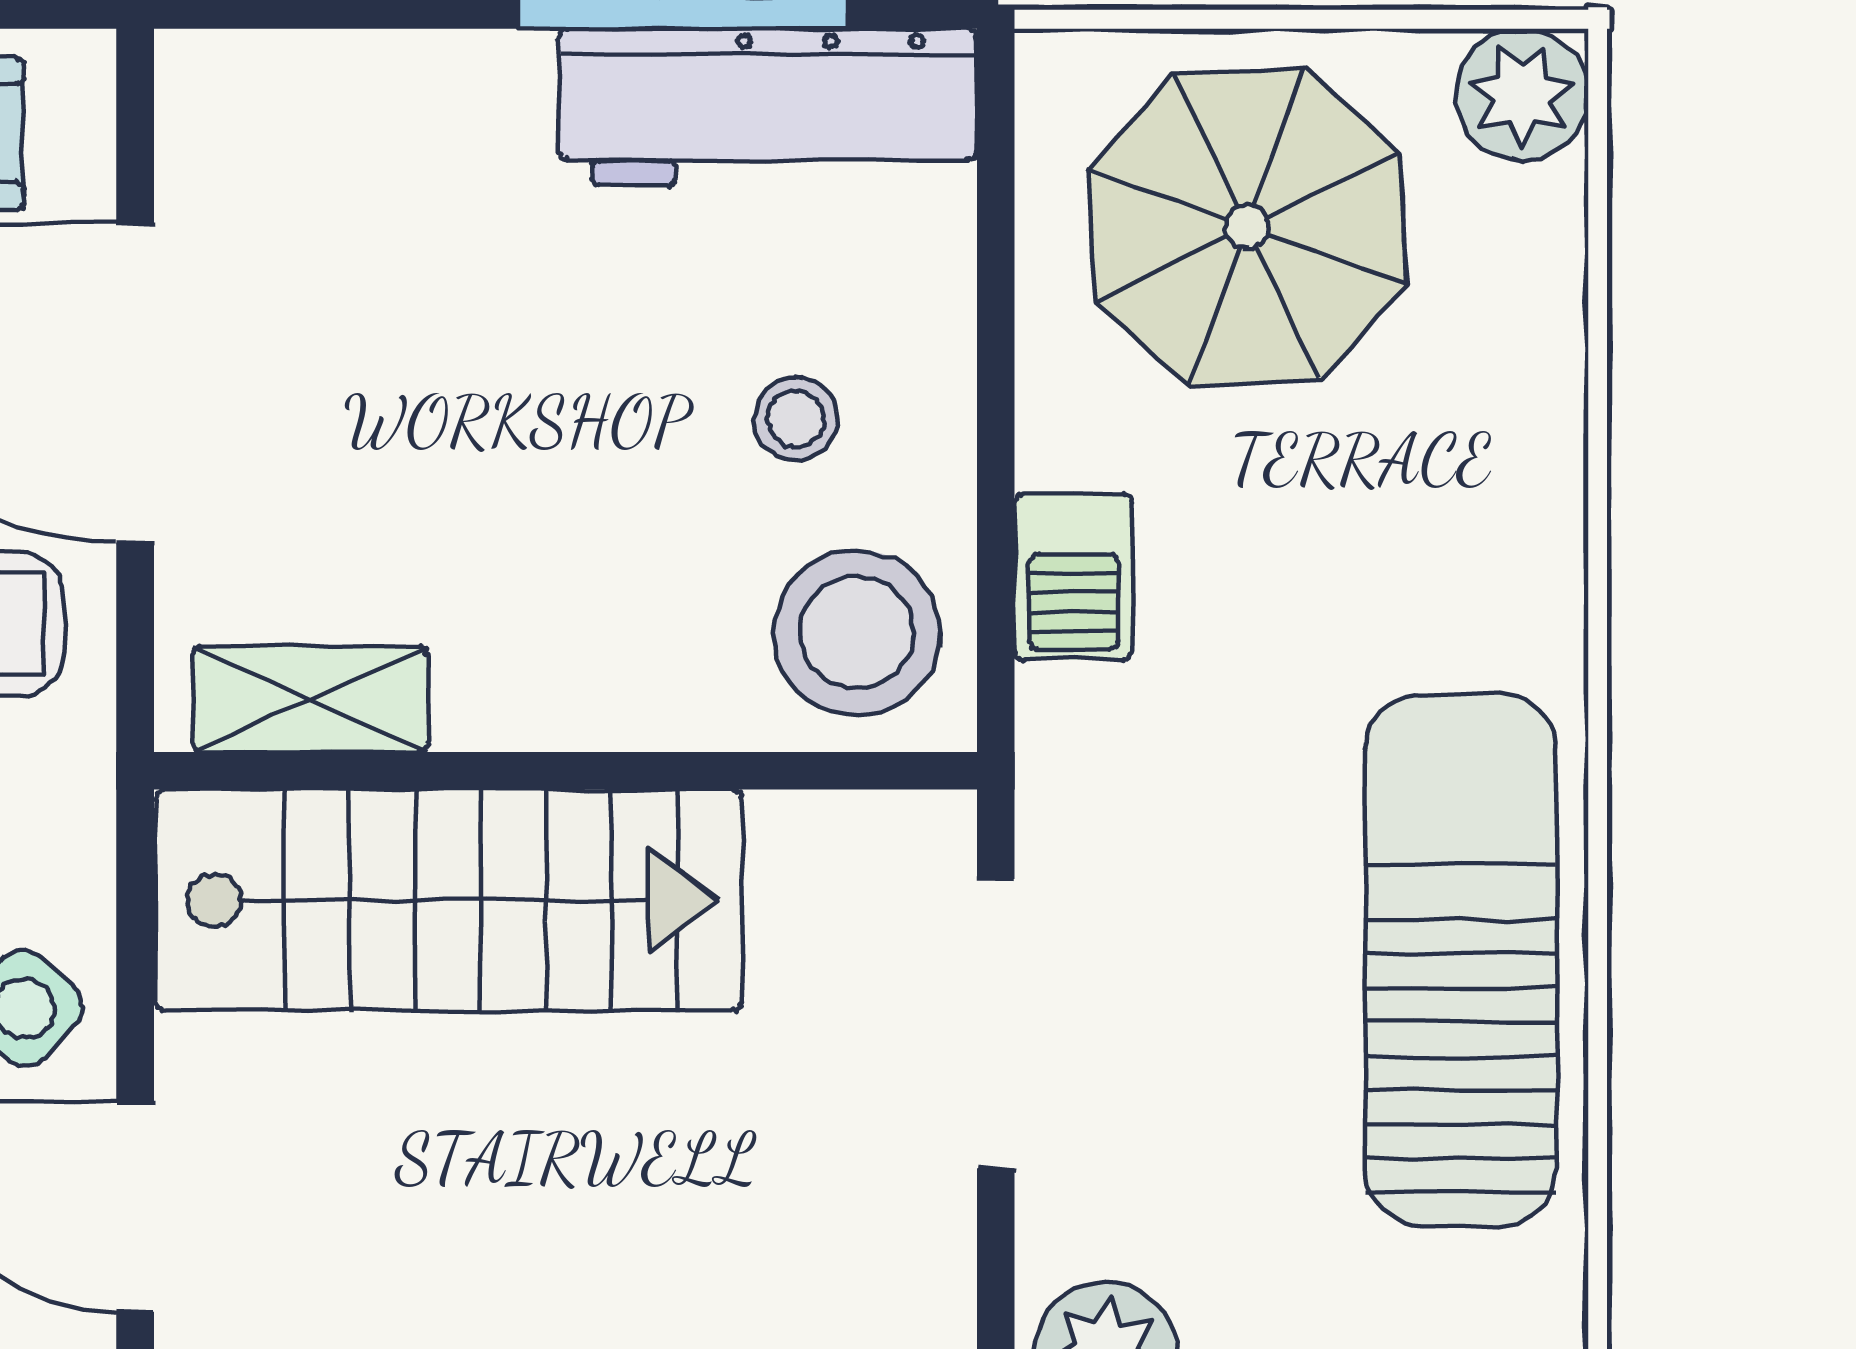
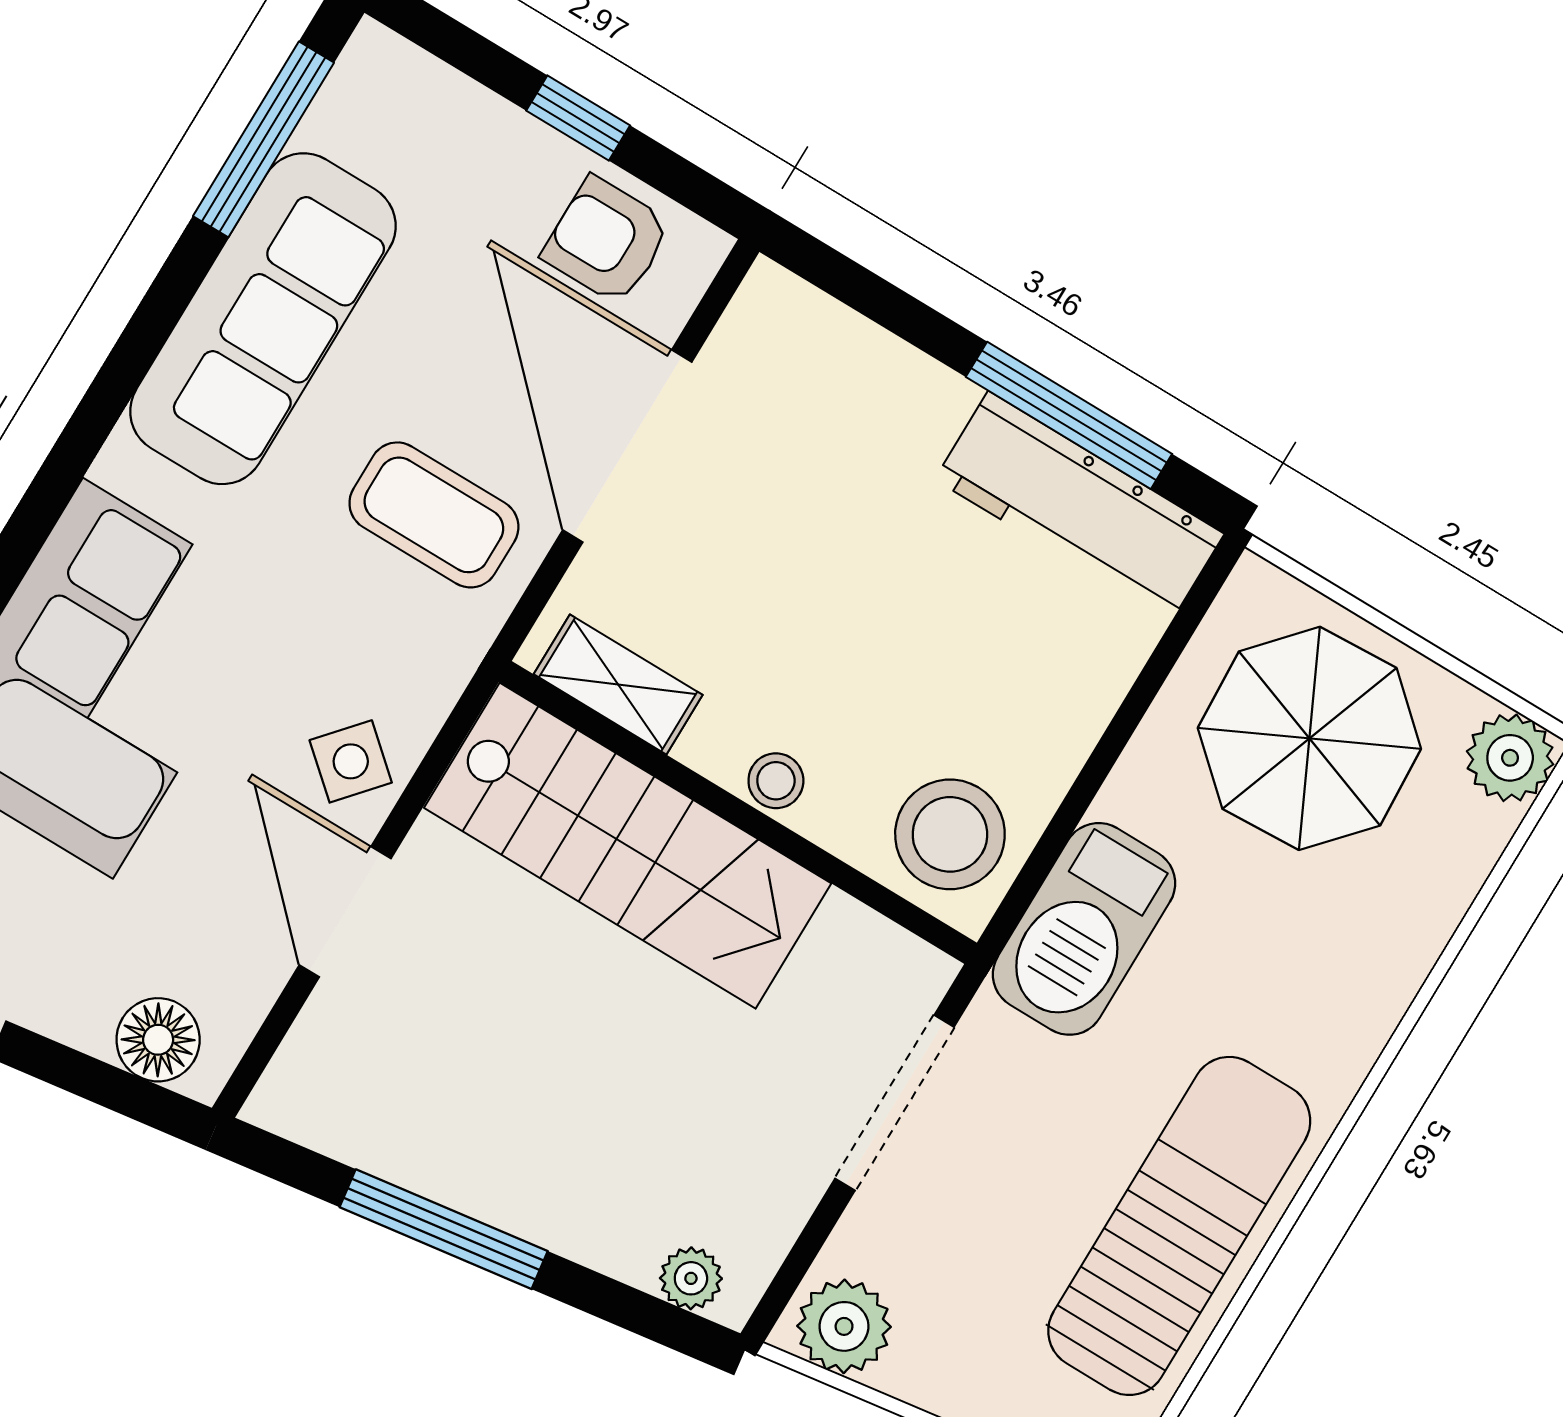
stool: (796, 419) -> (776, 781), moved
barbecue: (1073, 577) -> (1084, 929), width x1.88, depth x1.53

